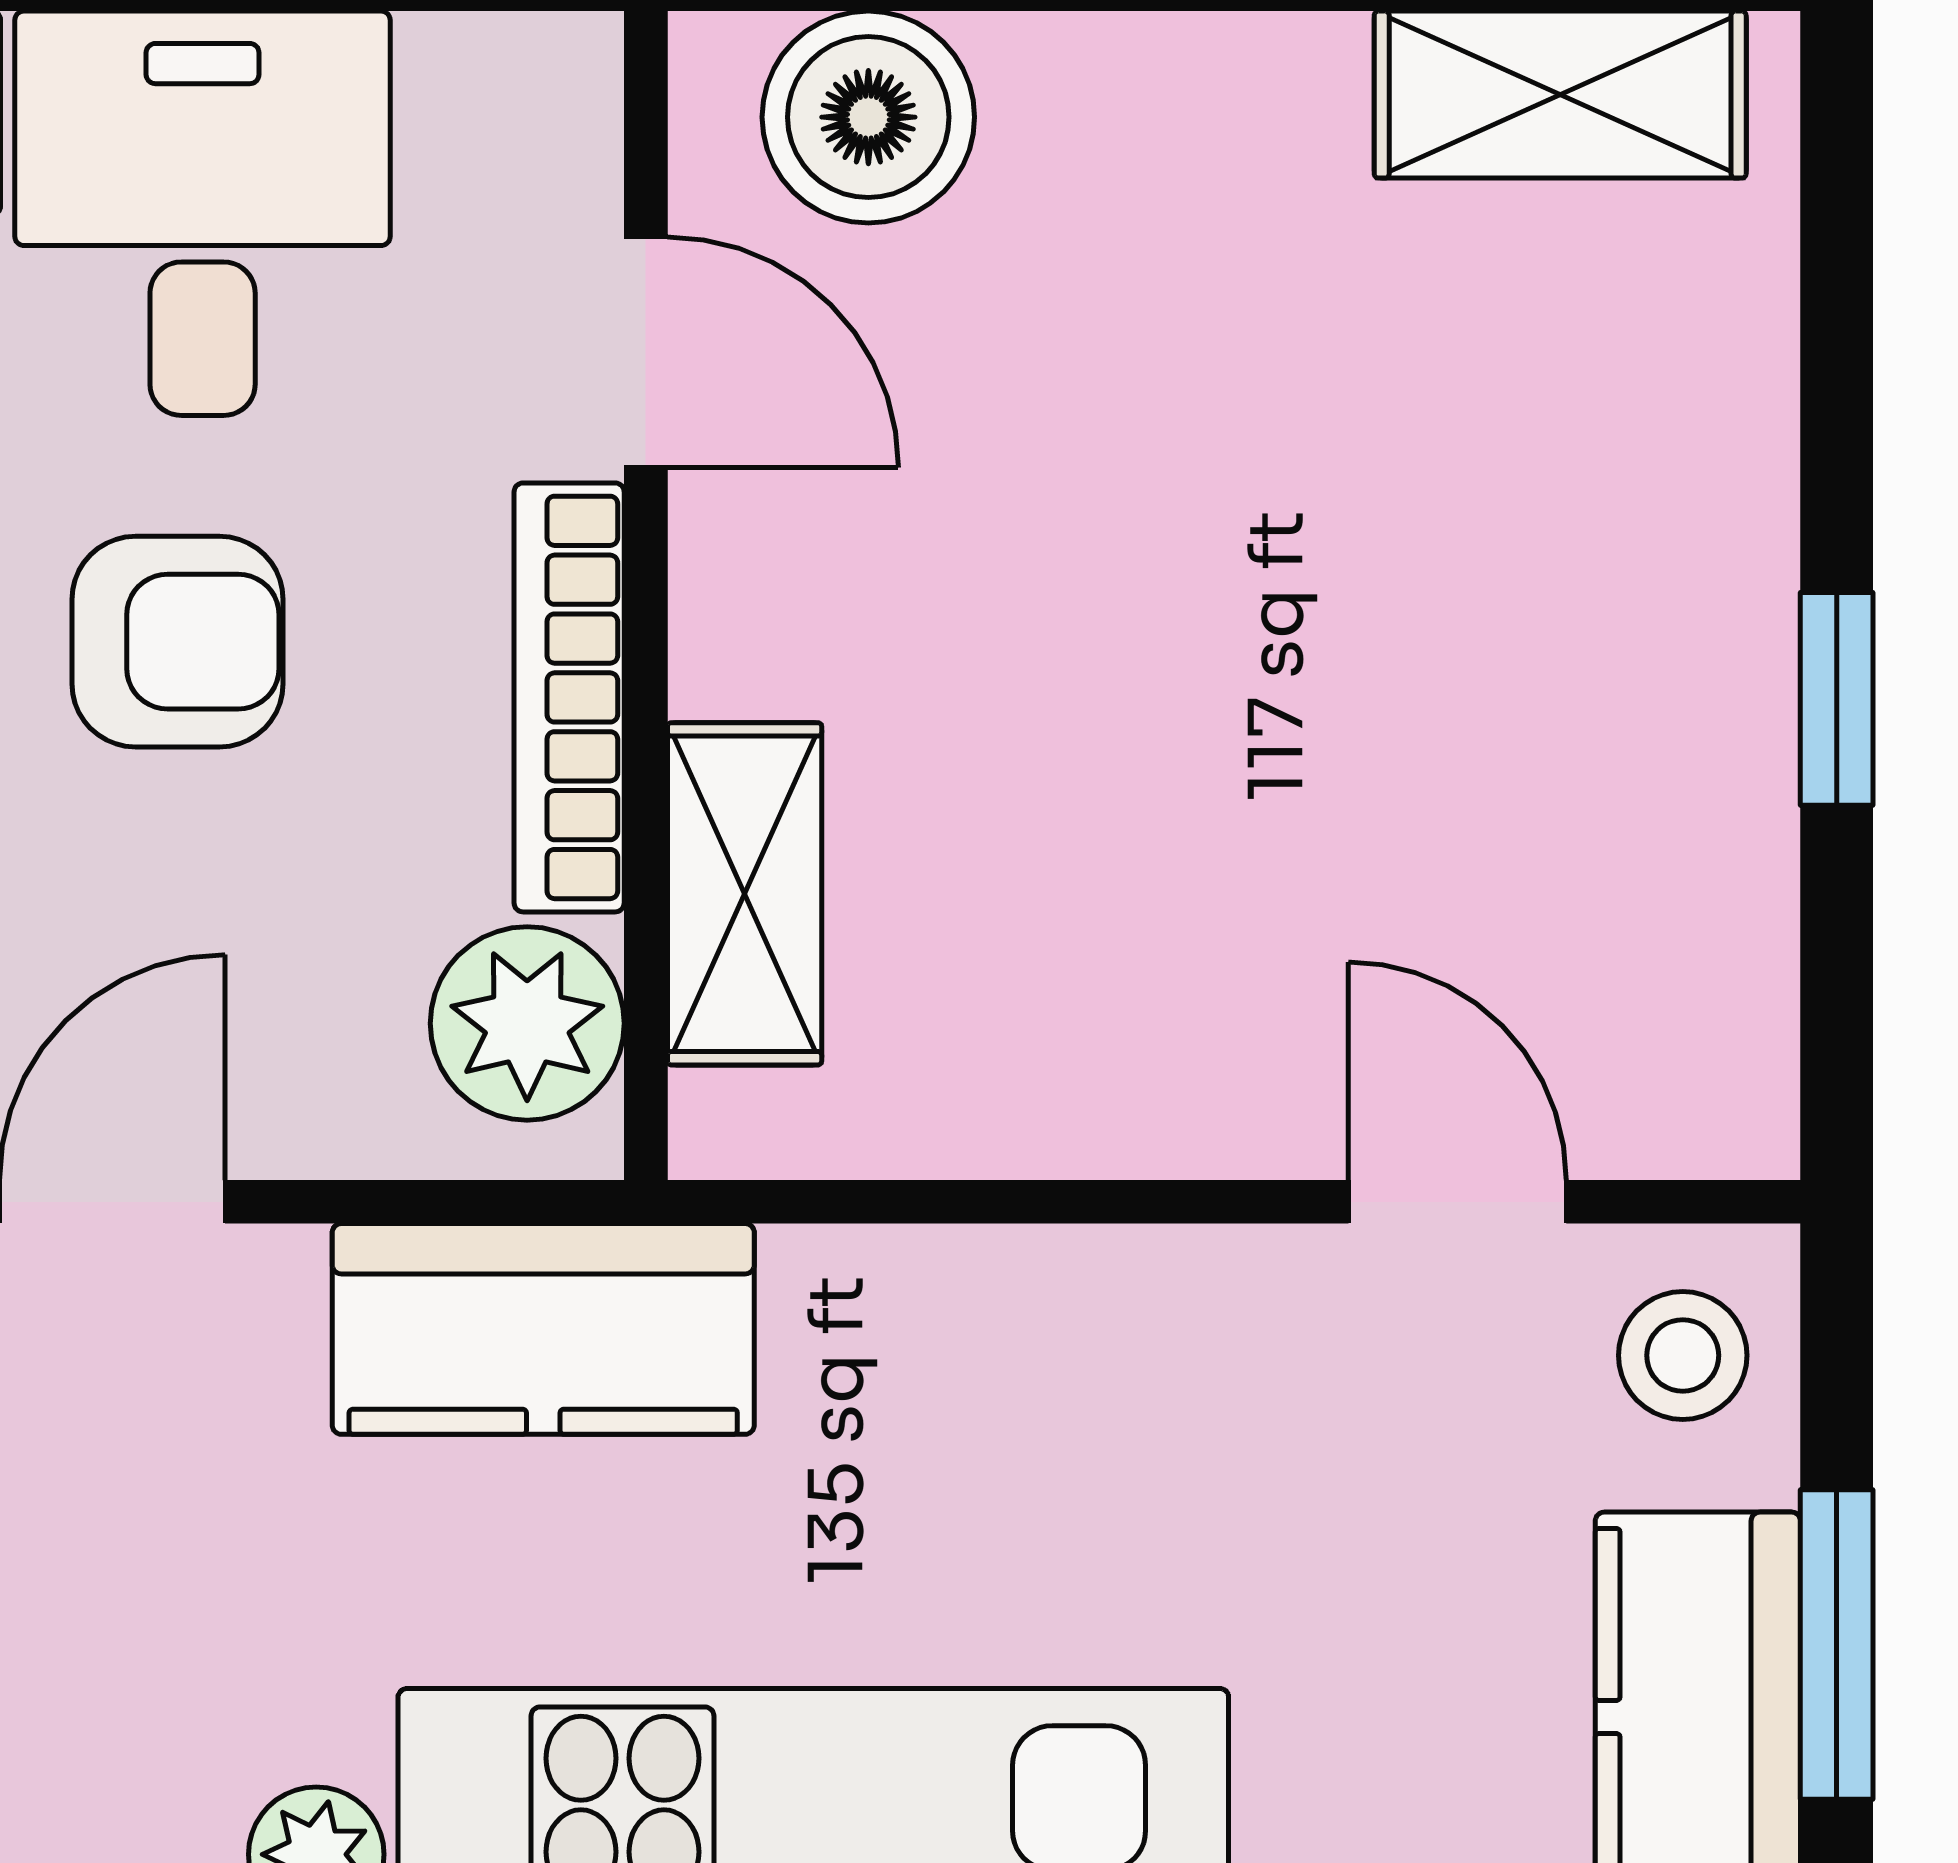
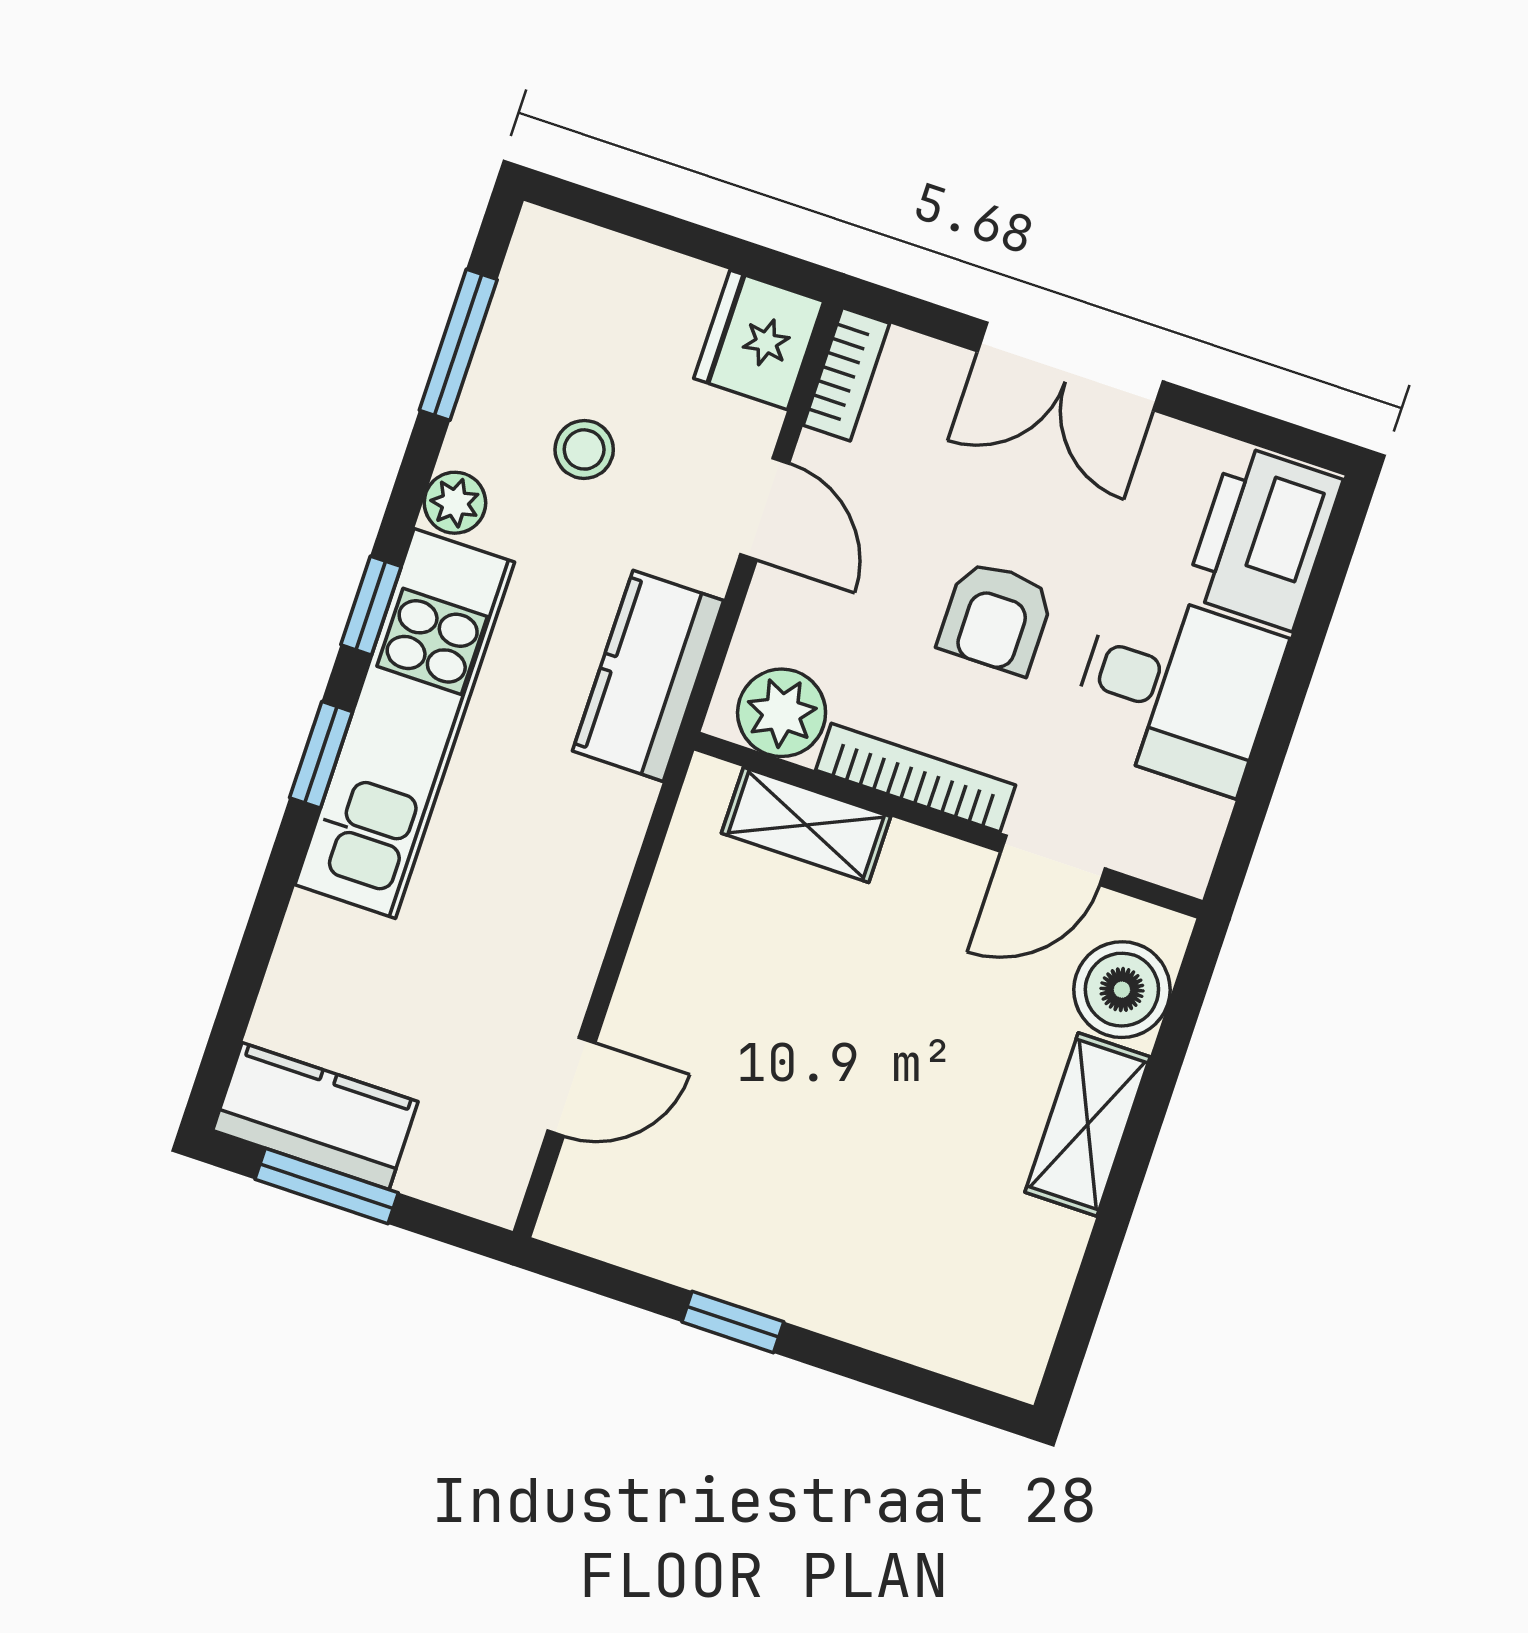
shelving: (1560, 95) -> (1088, 1124), moved
stool: (1683, 1355) -> (584, 449), moved

